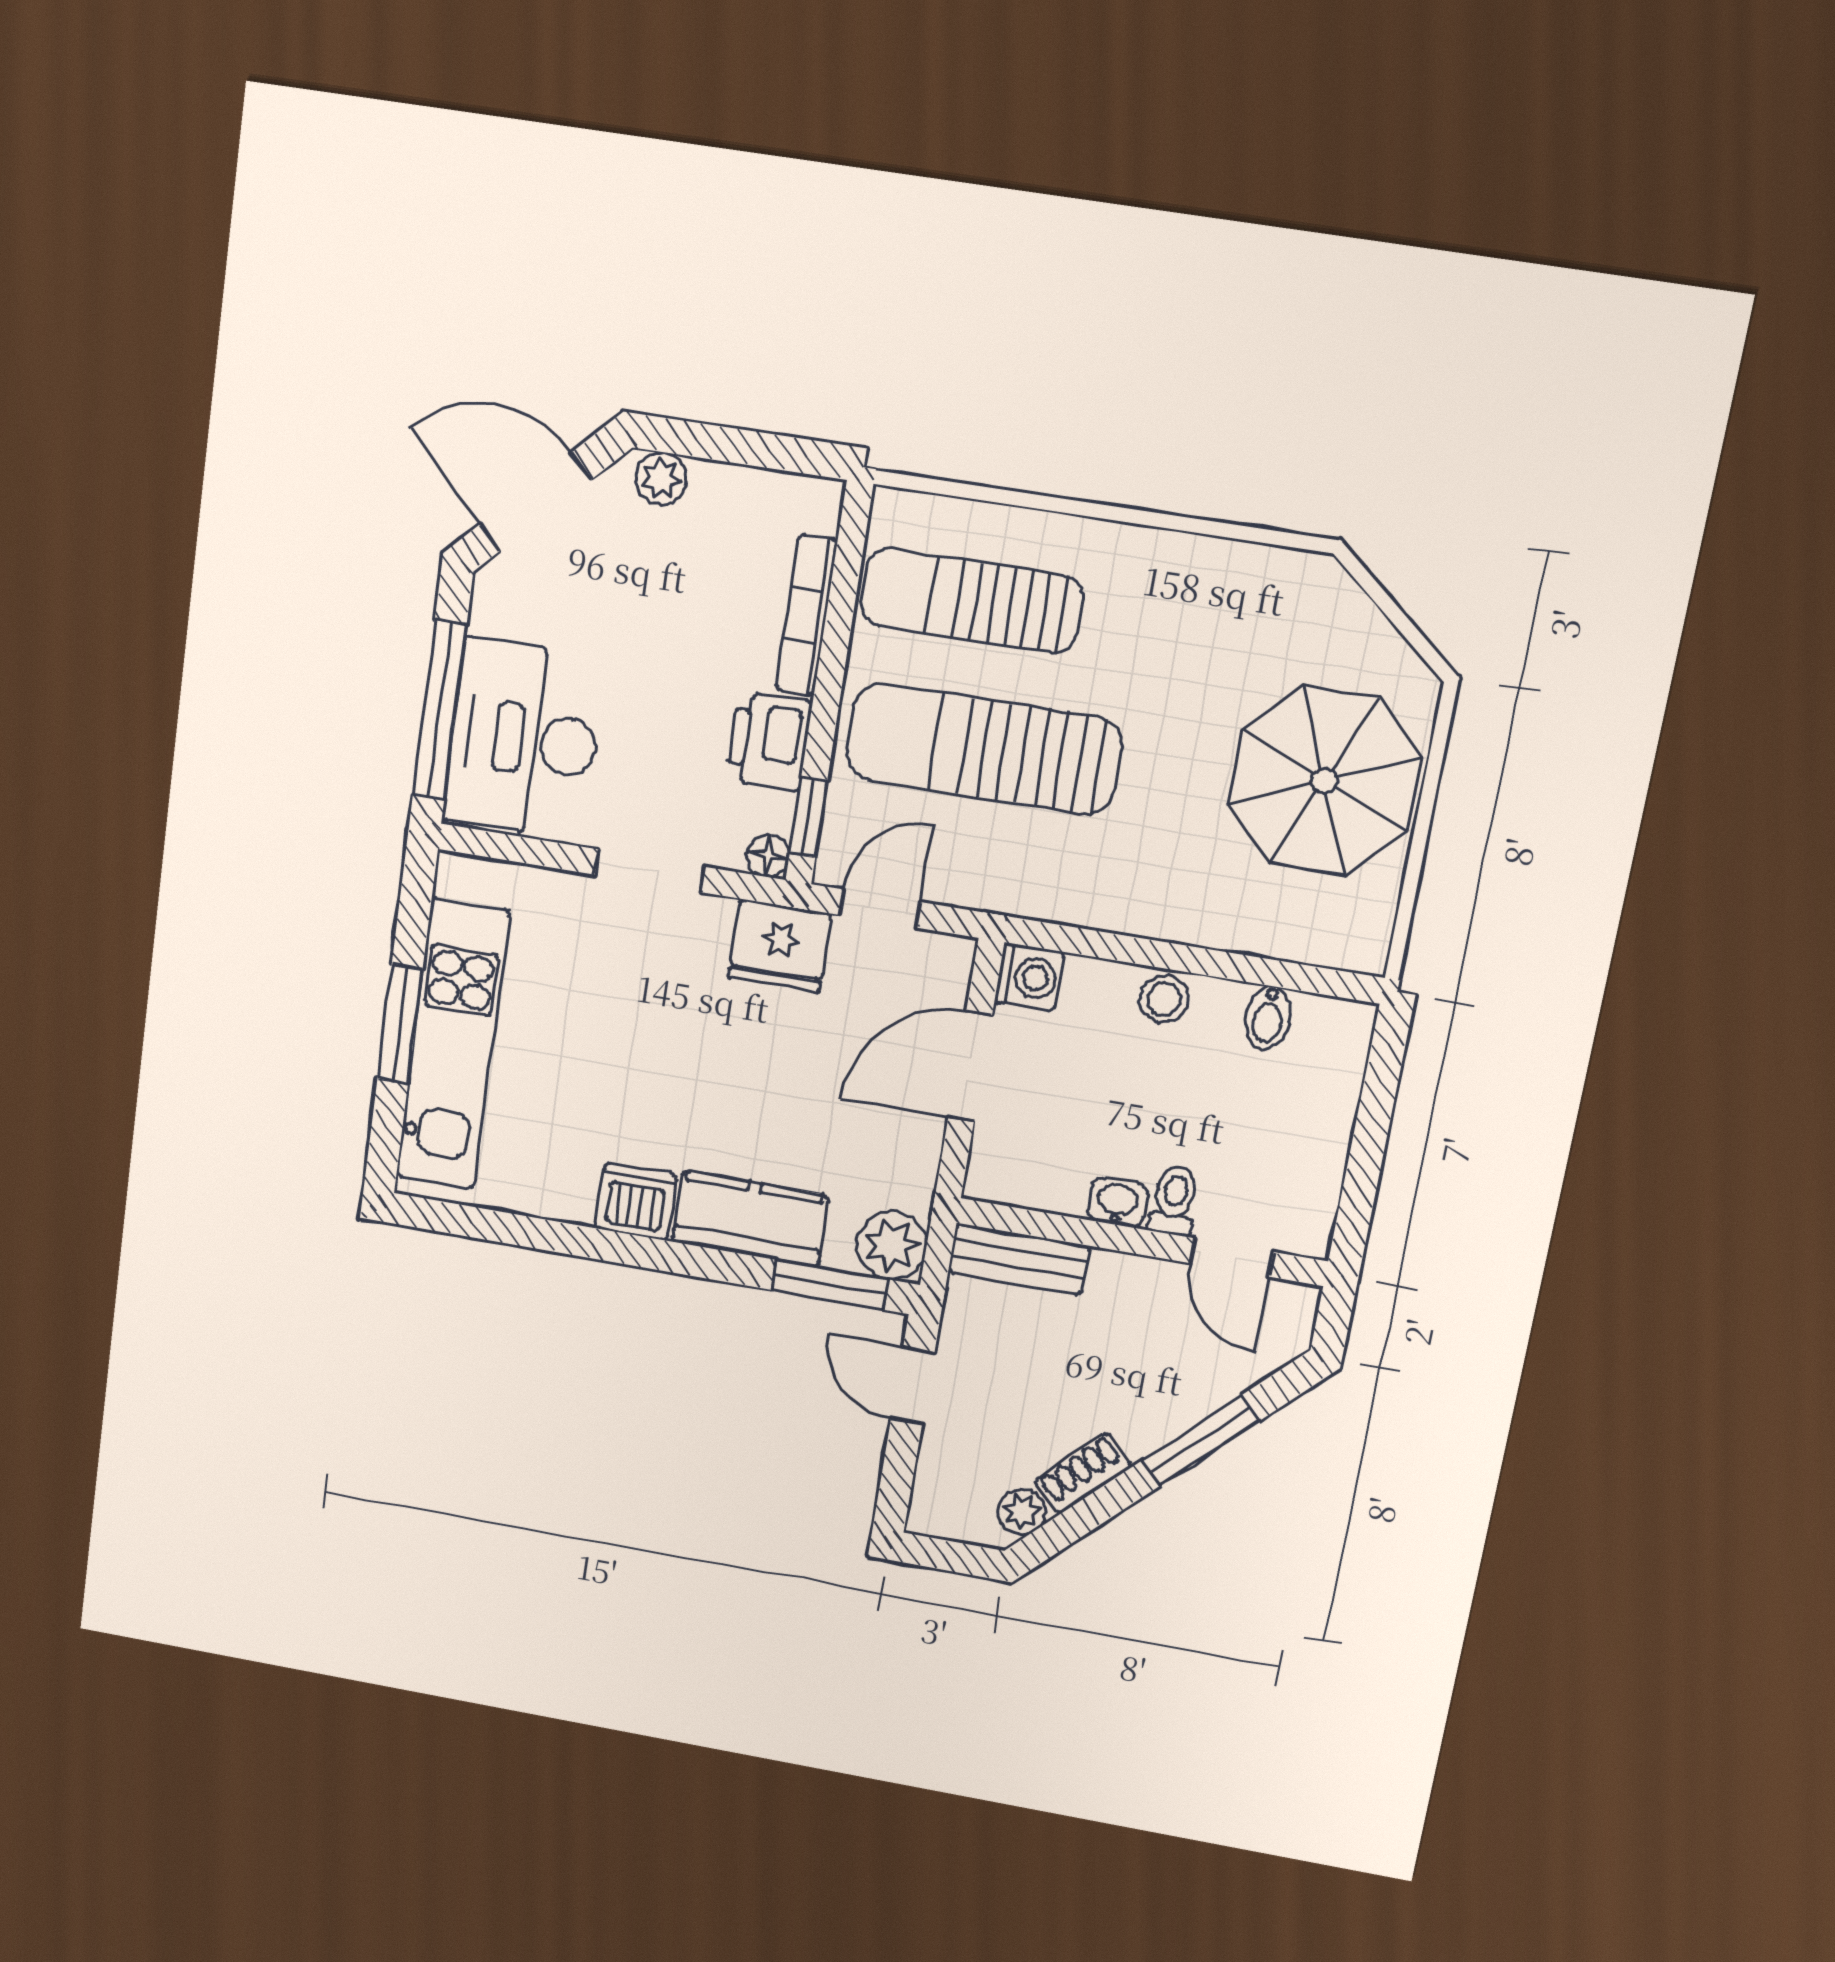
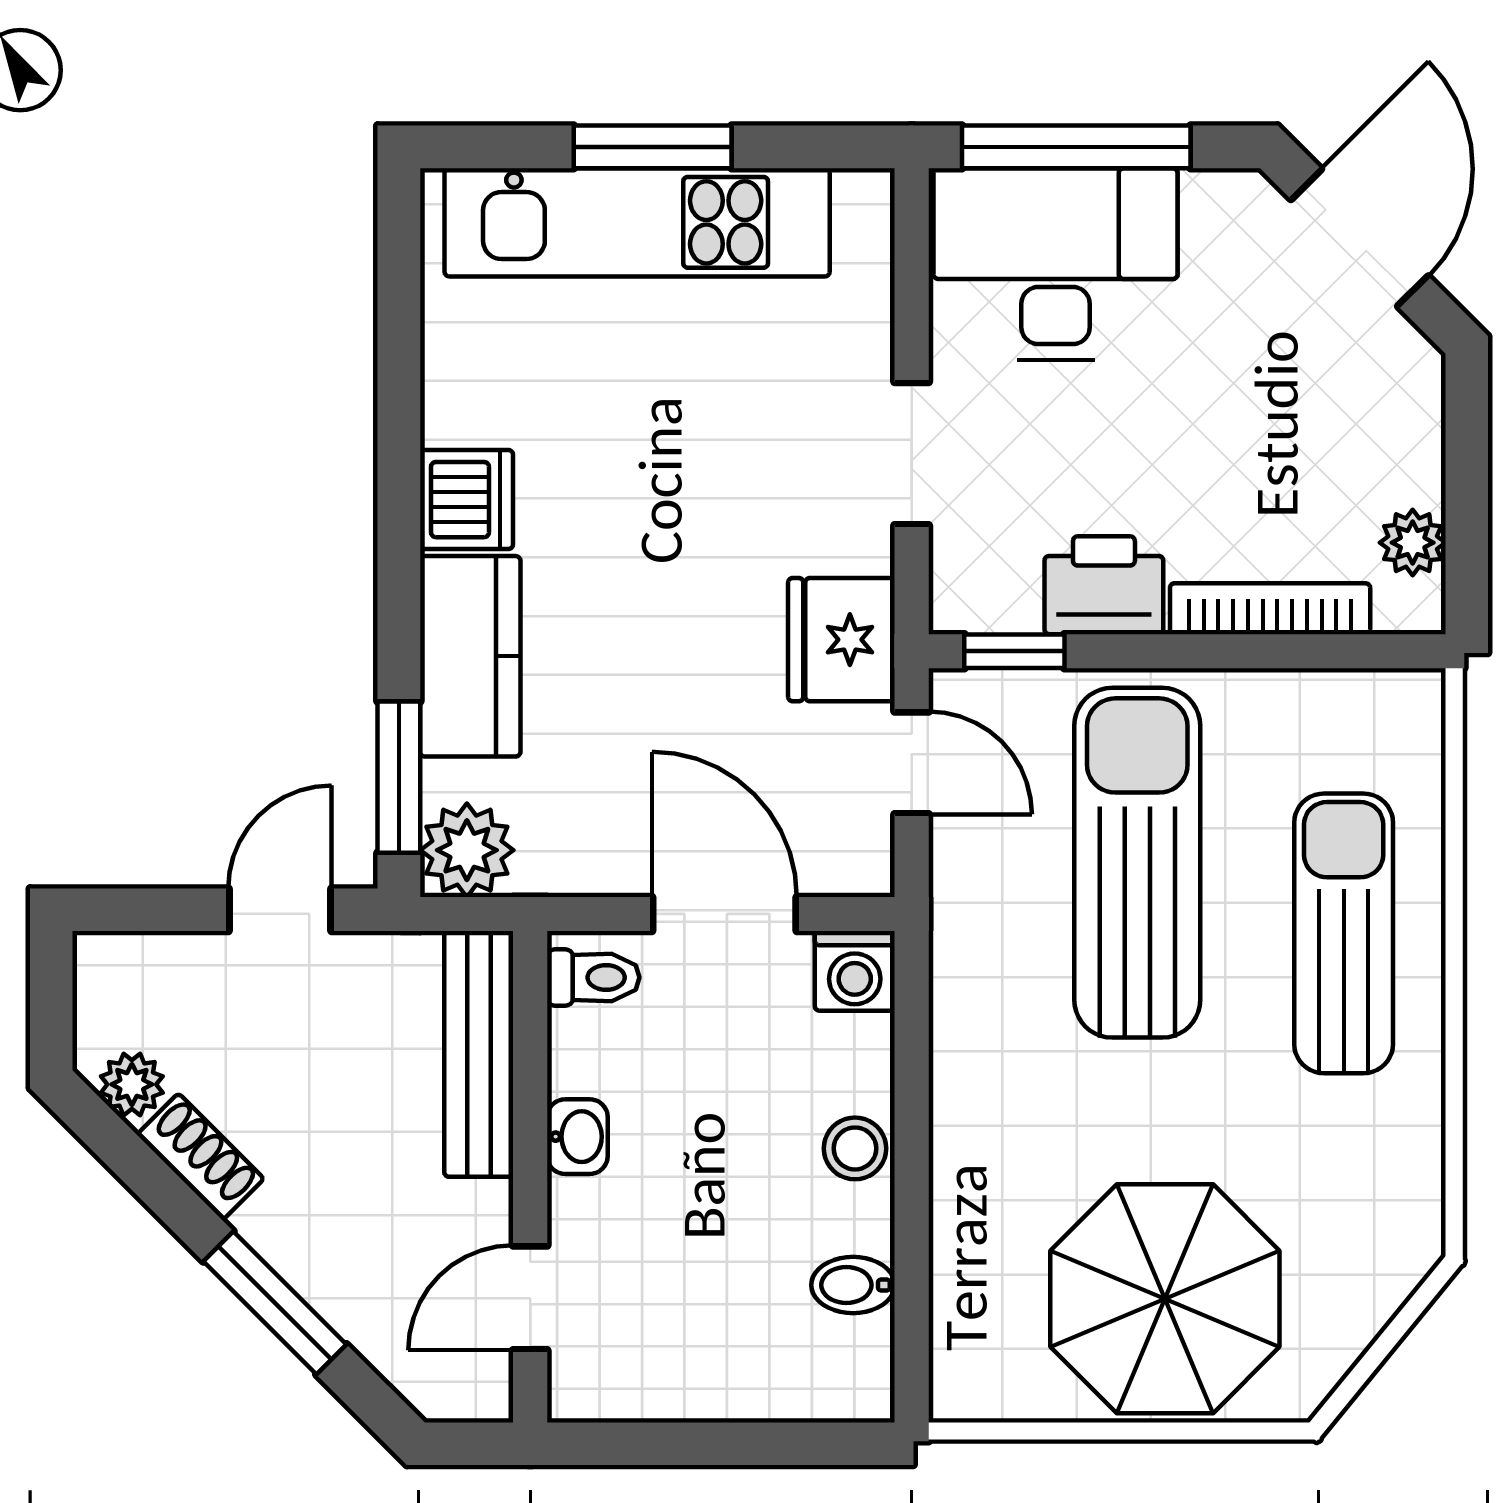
plant: (661, 479) -> (1413, 543), moved
sun lounger: (971, 601) -> (1344, 933), moved
floor lamp: (768, 856) -> (956, 606), removed
toilet: (1174, 1200) -> (593, 977), moved
bench: (1019, 1259) -> (479, 1054), width x1.36

